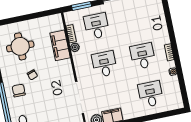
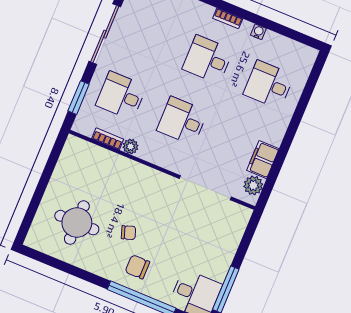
filing cabinet: (60, 45) -> (114, 165), removed

